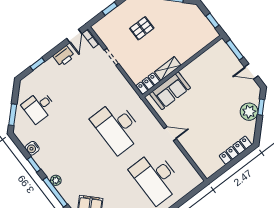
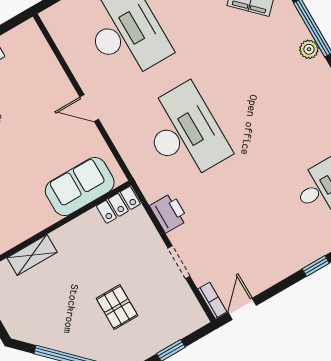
pallet: (142, 28) -> (117, 307), turned 90
printer: (64, 56) -> (169, 213), moved, turned 90
shelving: (168, 68) -> (32, 255), moved

